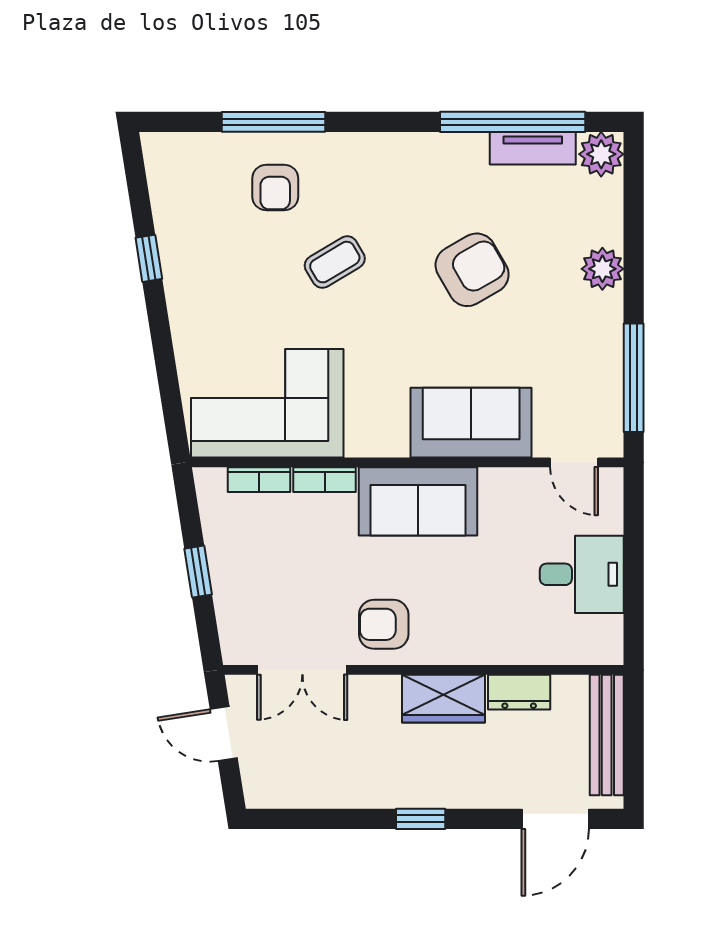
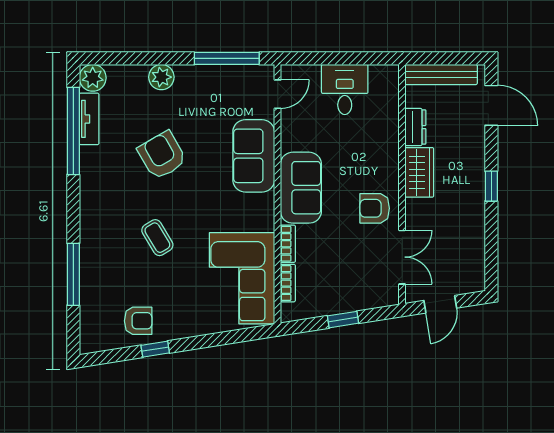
armchair: (275, 188) -> (138, 321), moved
armchair: (384, 624) -> (375, 208), turned 90

